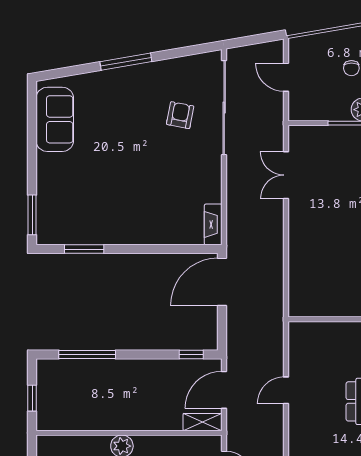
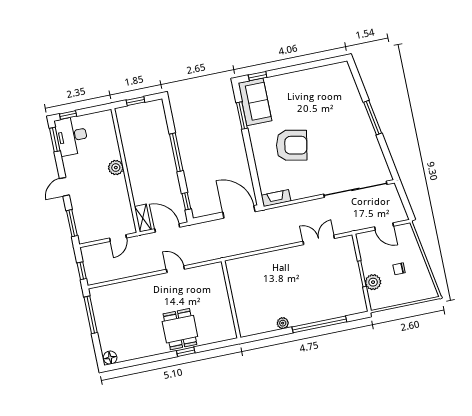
door: (286, 77) -> (384, 226), swing flipped
armchair: (180, 115) -> (292, 145), moved, width x1.88, depth x1.88
sofa: (55, 119) -> (255, 102), moved, turned -90
window: (32, 215) -> (258, 76), width x0.67
window: (87, 354) -> (176, 152), moved

